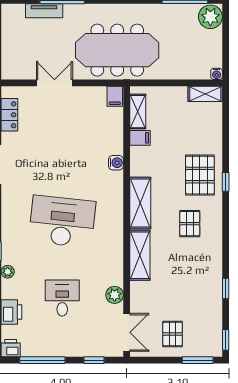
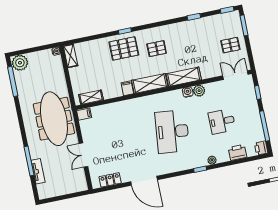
filing cabinet: (140, 138) -> (127, 88), moved
water cooler: (116, 163) -> (188, 92), moved
plant: (115, 295) -> (199, 91), moved

